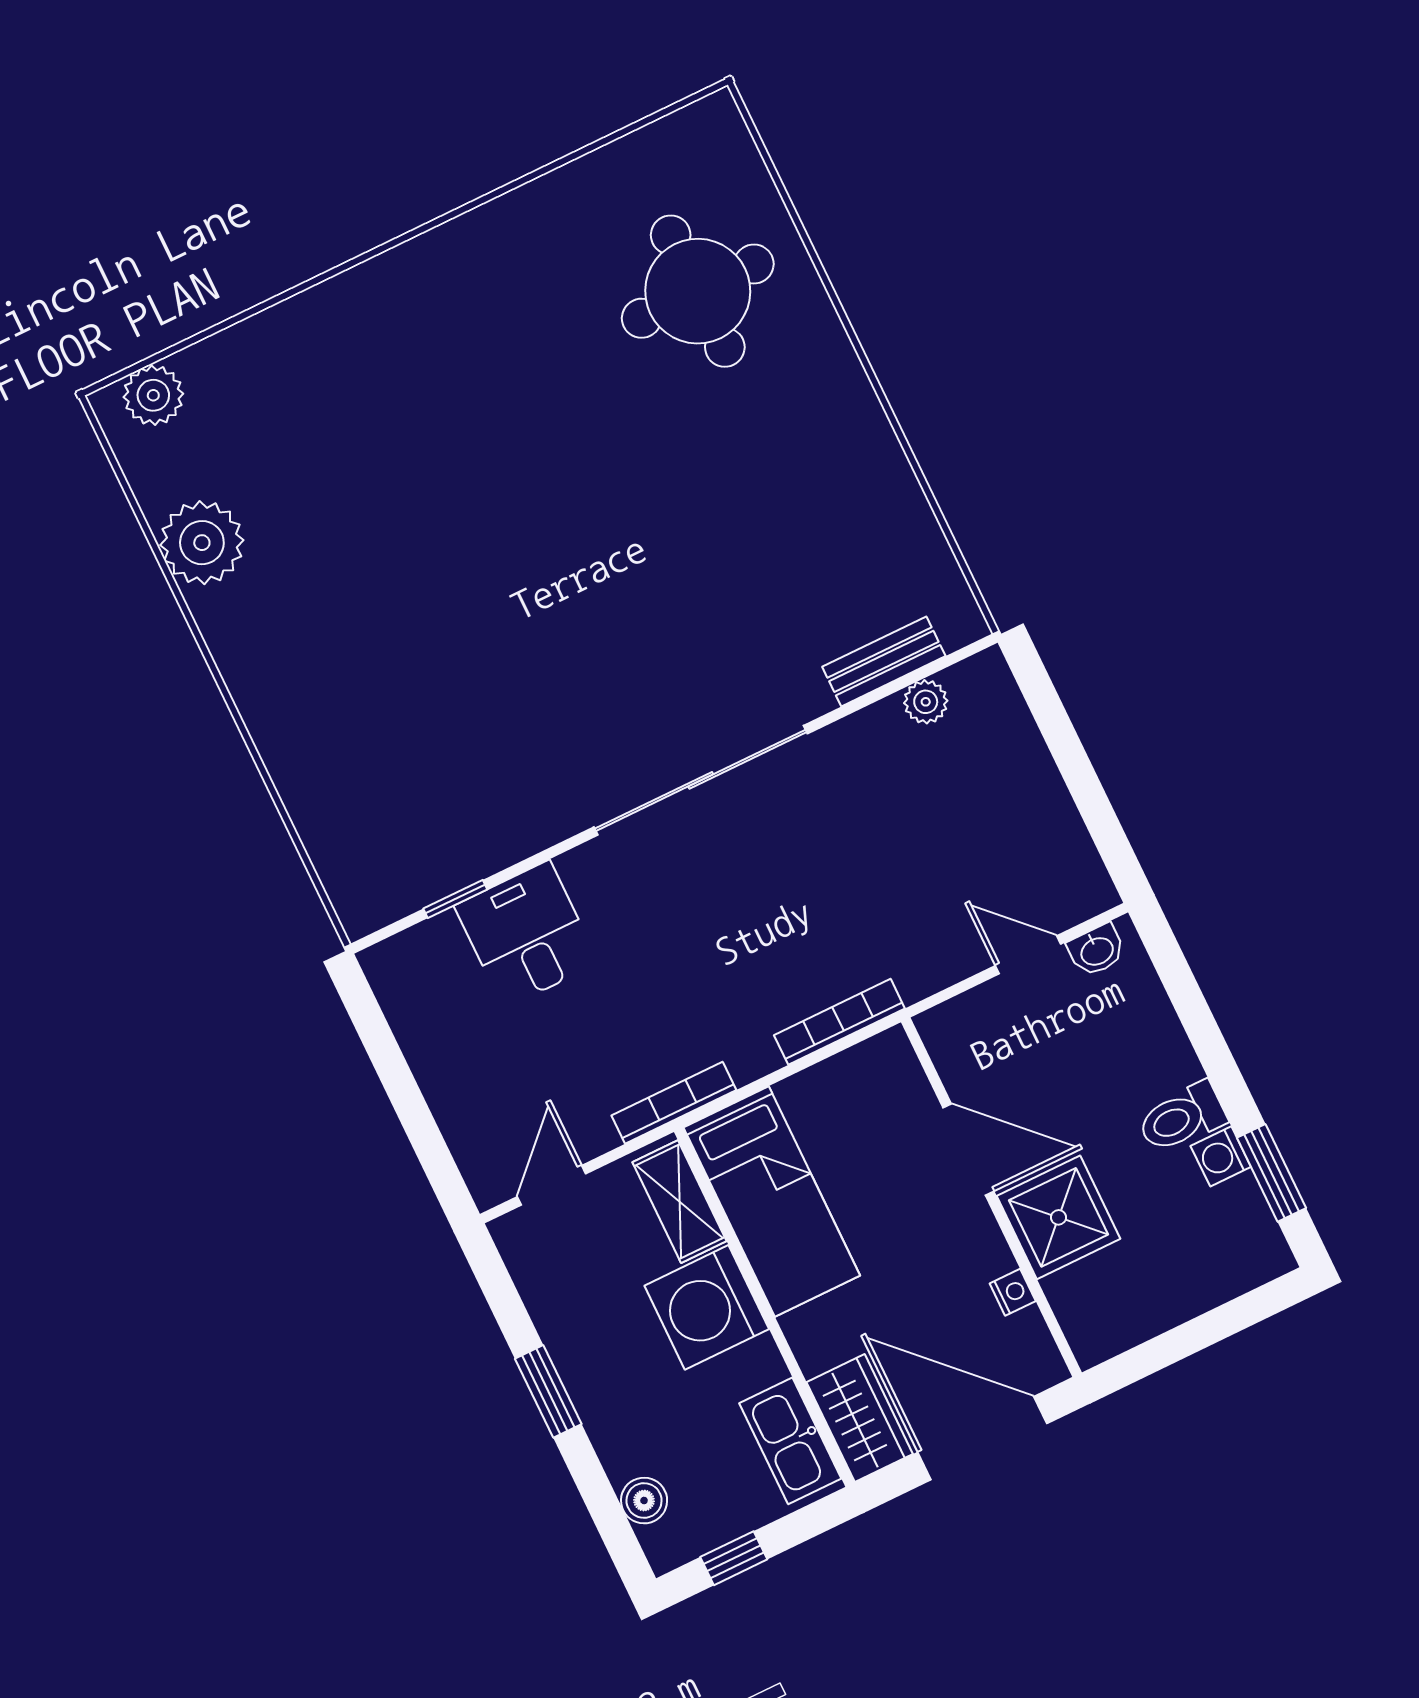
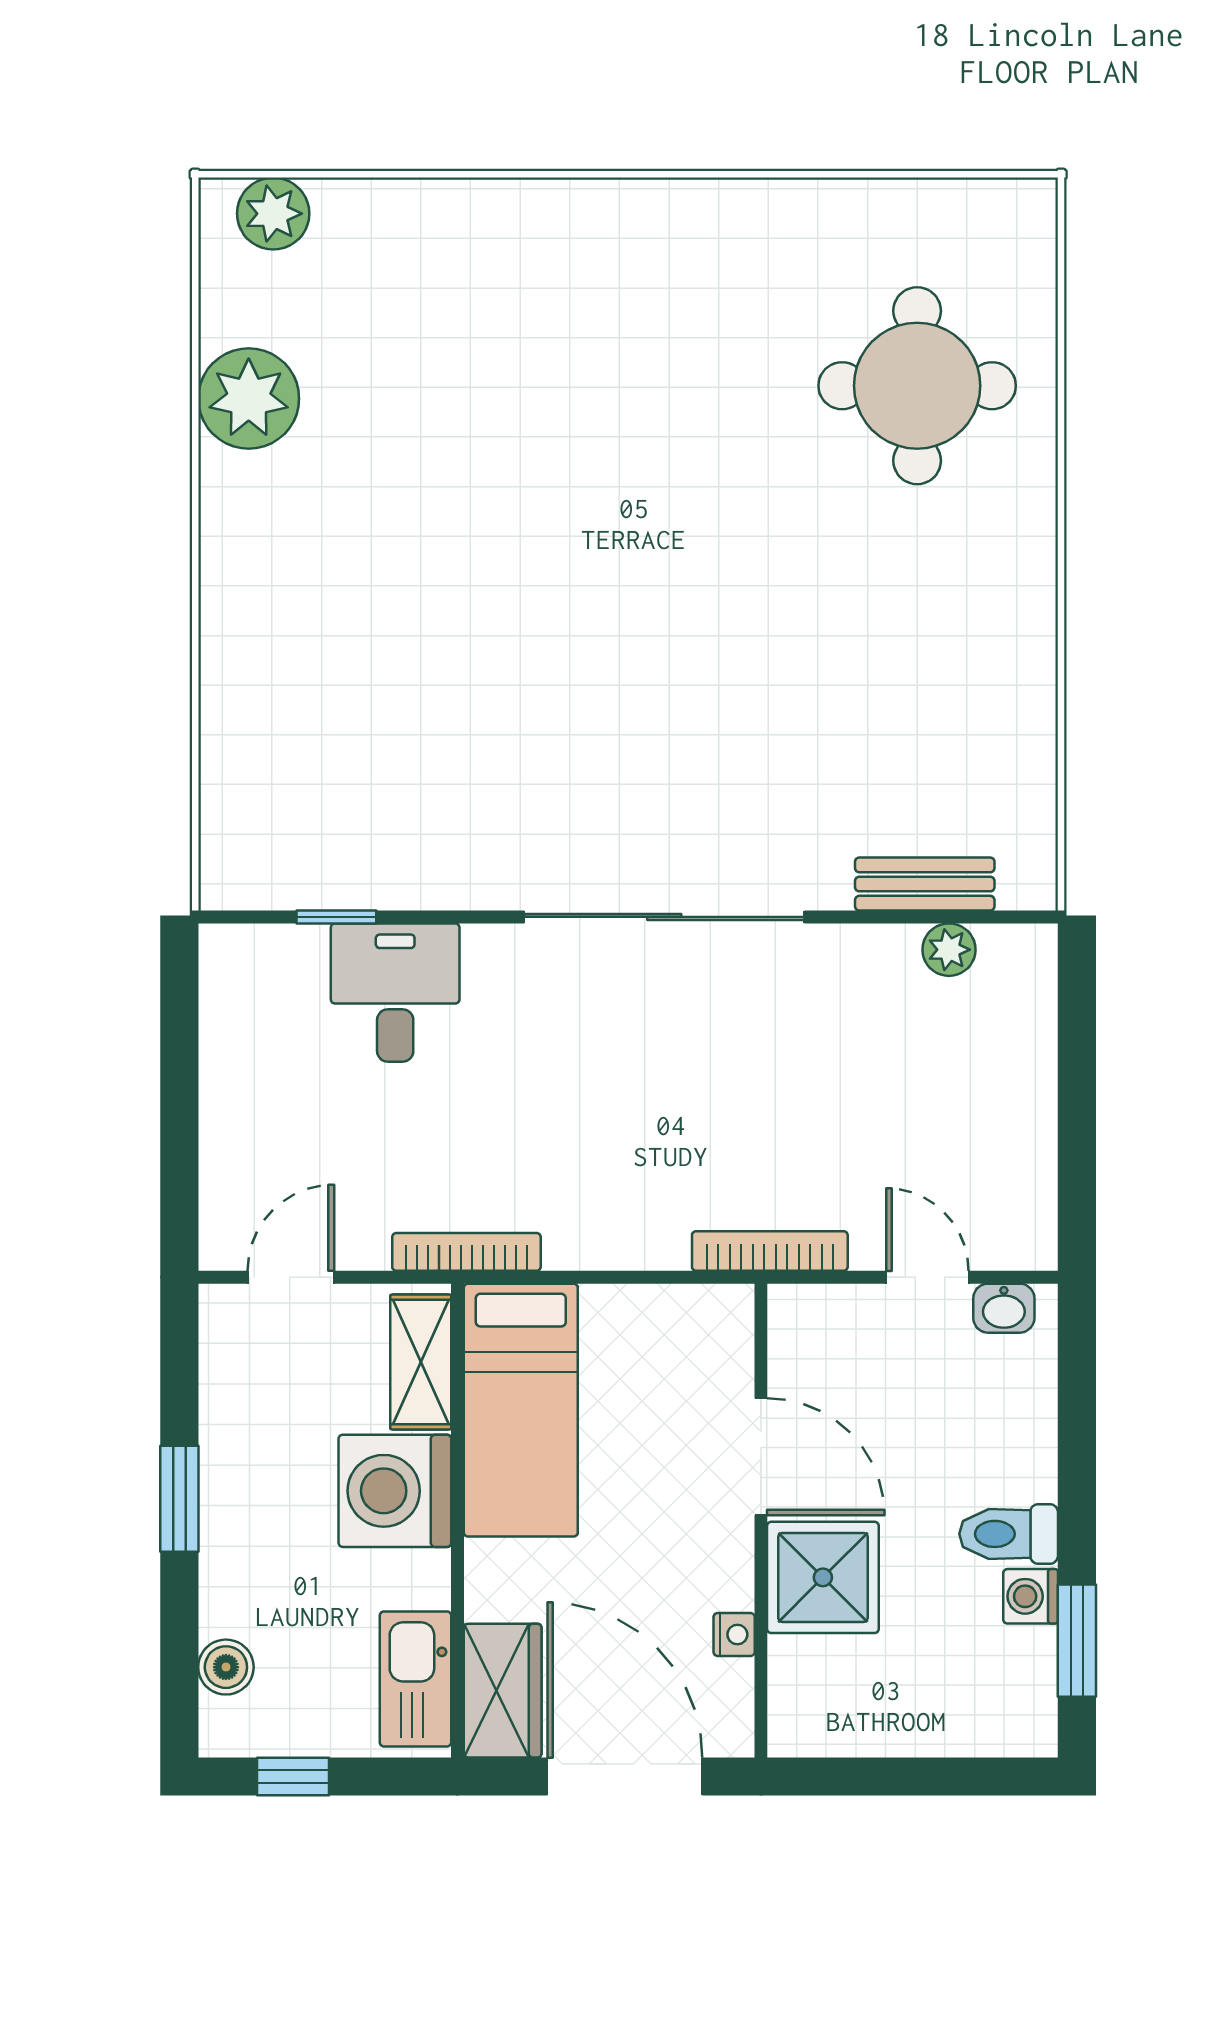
bookcase: (839, 1022) -> (770, 1251), moved

